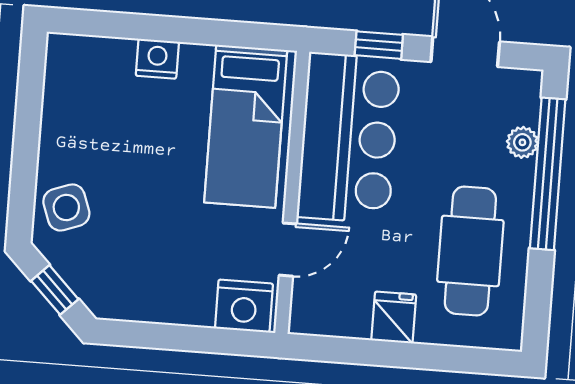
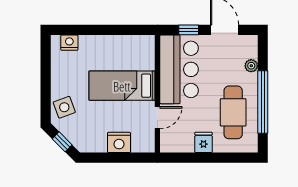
nightstand: (157, 59) -> (69, 43), moved
bed: (246, 126) -> (122, 86), moved, turned 90
window: (548, 174) -> (263, 102), moved
nightstand: (244, 306) -> (119, 142), moved

